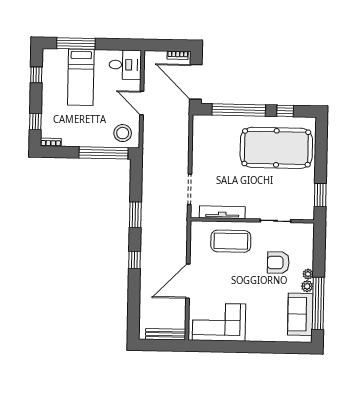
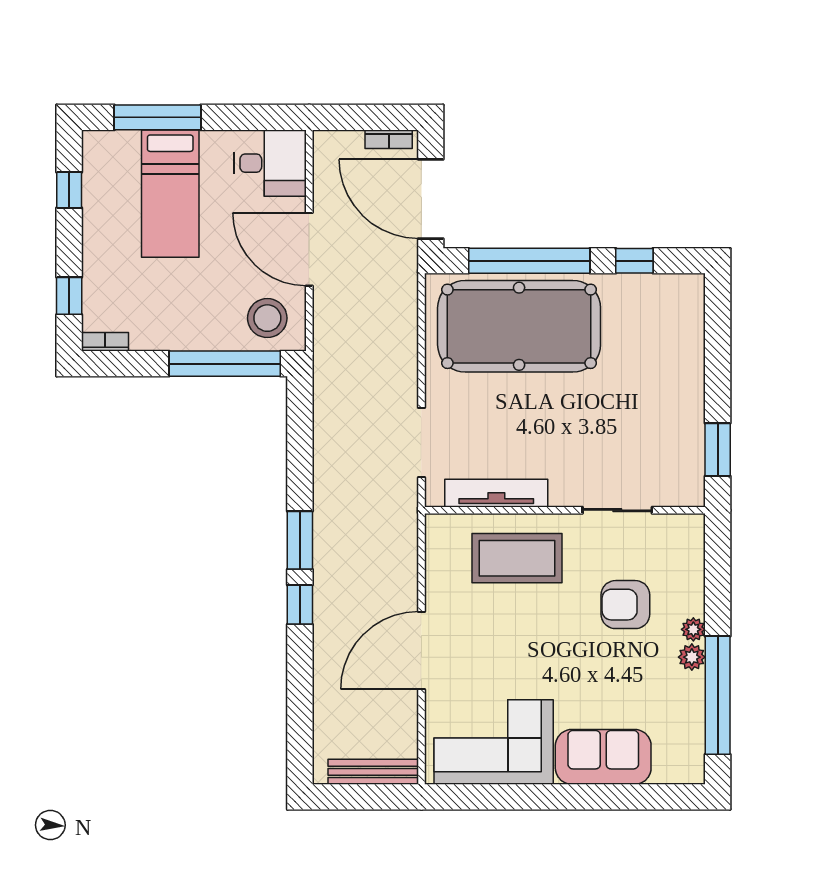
door: (142, 103) -> (309, 249), width x1.36
pool table: (276, 148) -> (519, 326), moved
window: (135, 215) -> (300, 540), moved
sofa: (300, 314) -> (603, 757), moved, turned 90

